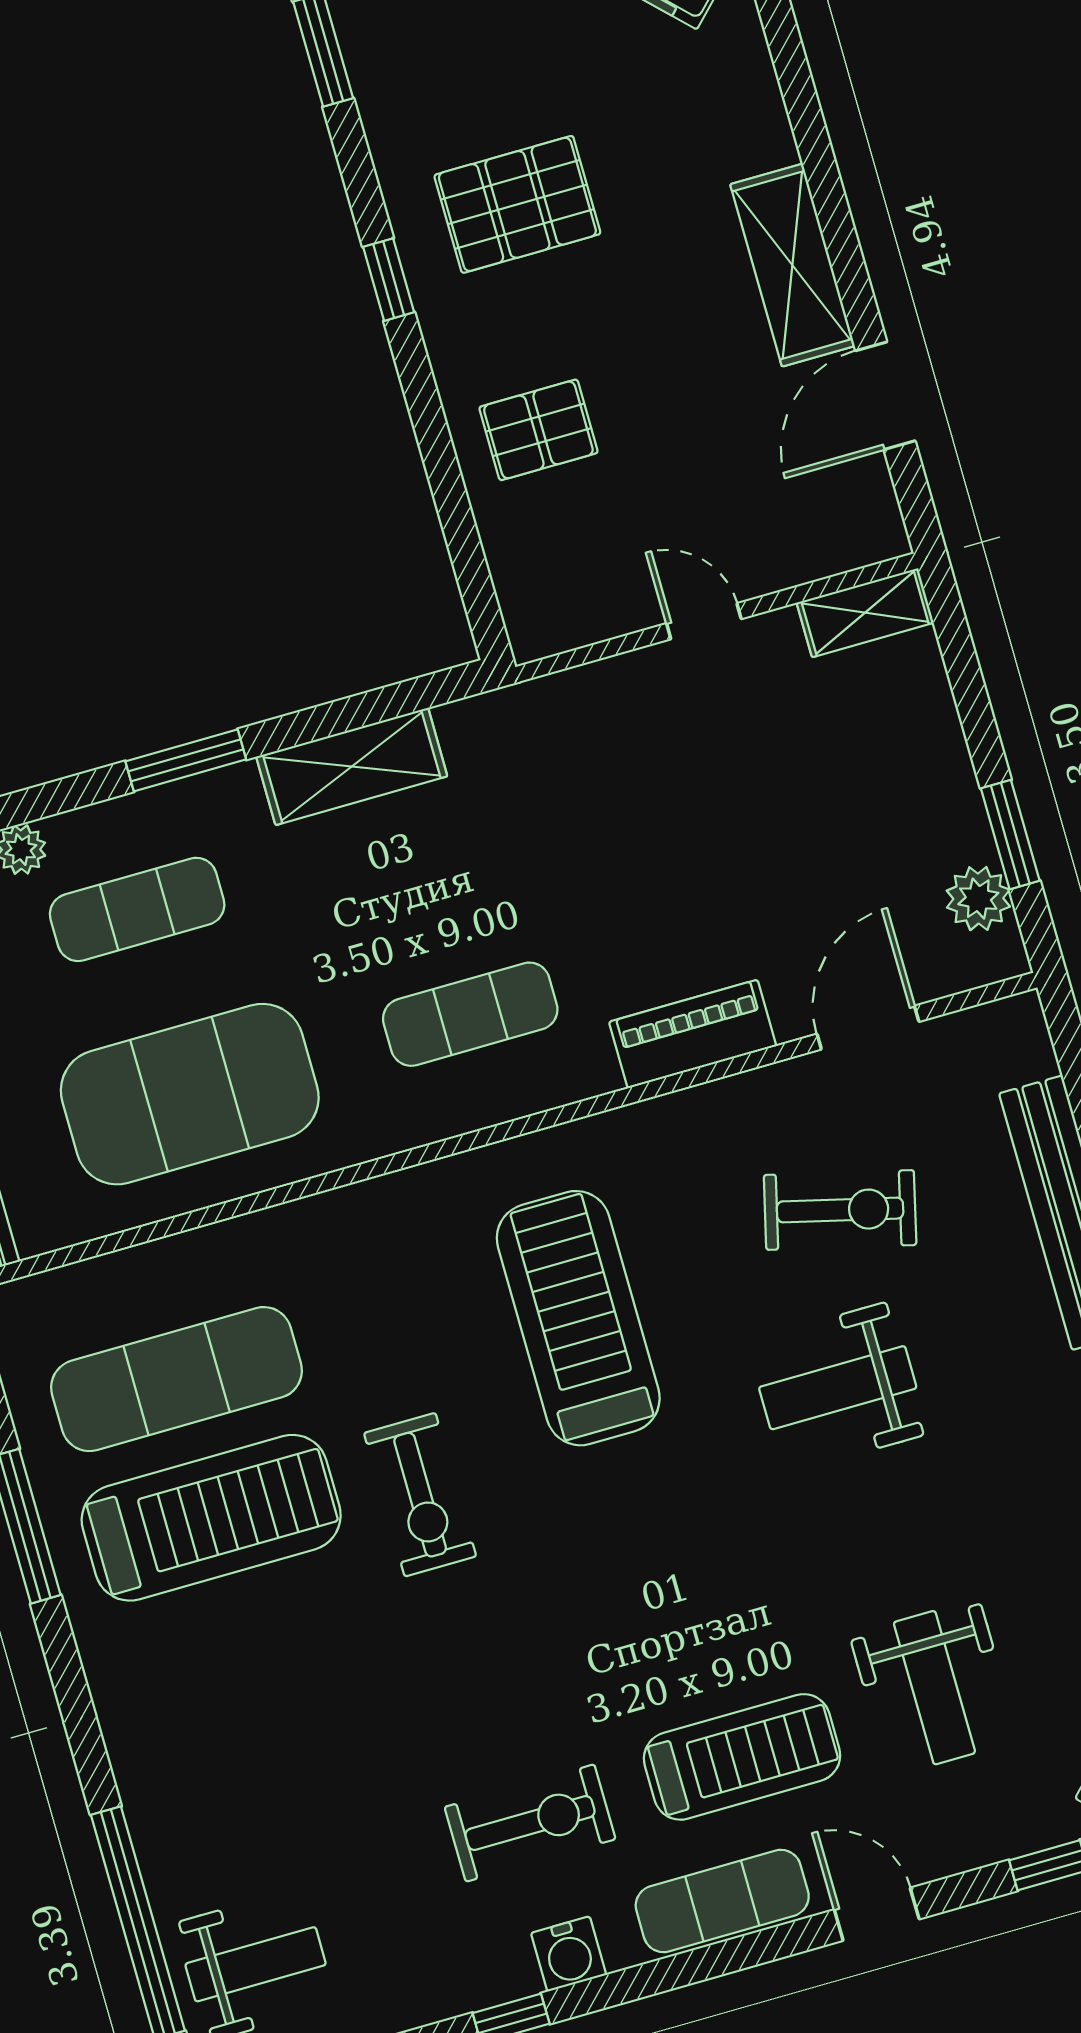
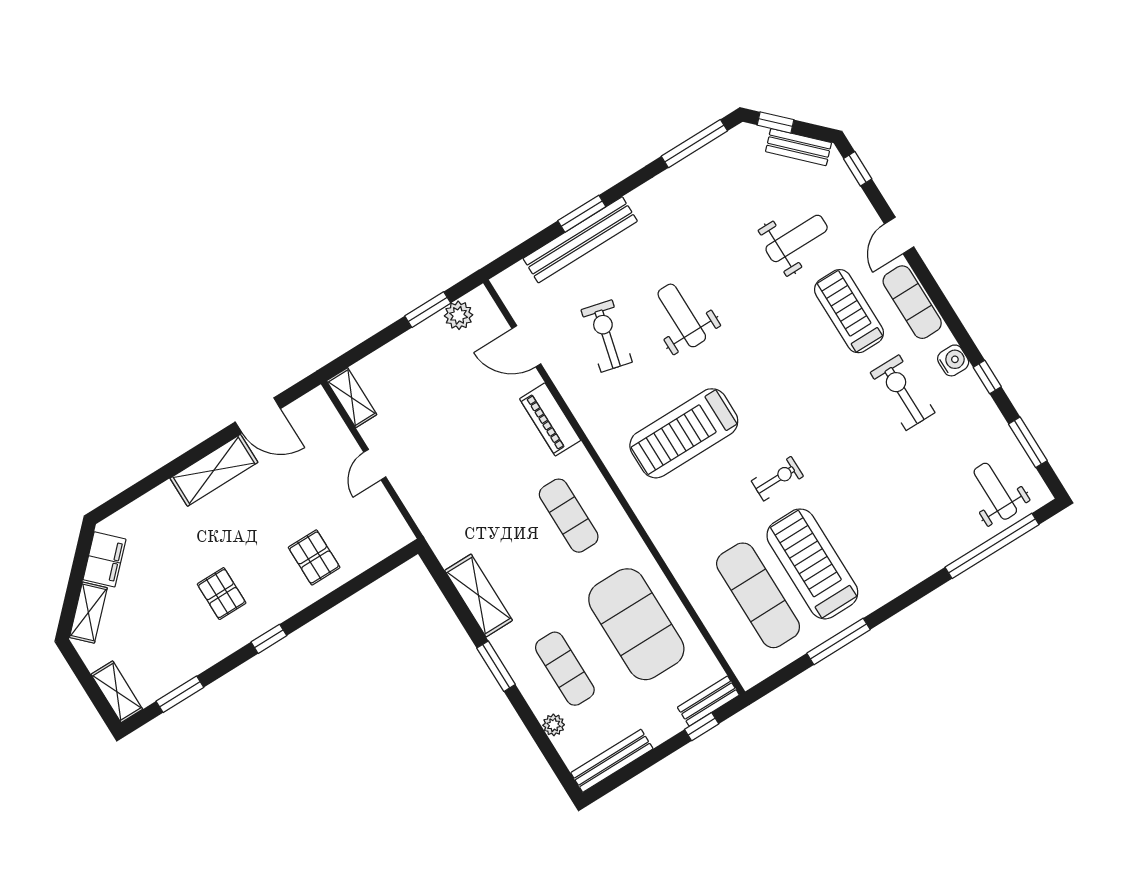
pallet: (517, 204) -> (222, 594), width x0.67, depth x0.71
weight bench: (838, 1388) -> (682, 315), turned 180
exercise bike: (420, 1495) -> (777, 479), width x0.73, depth x0.72

